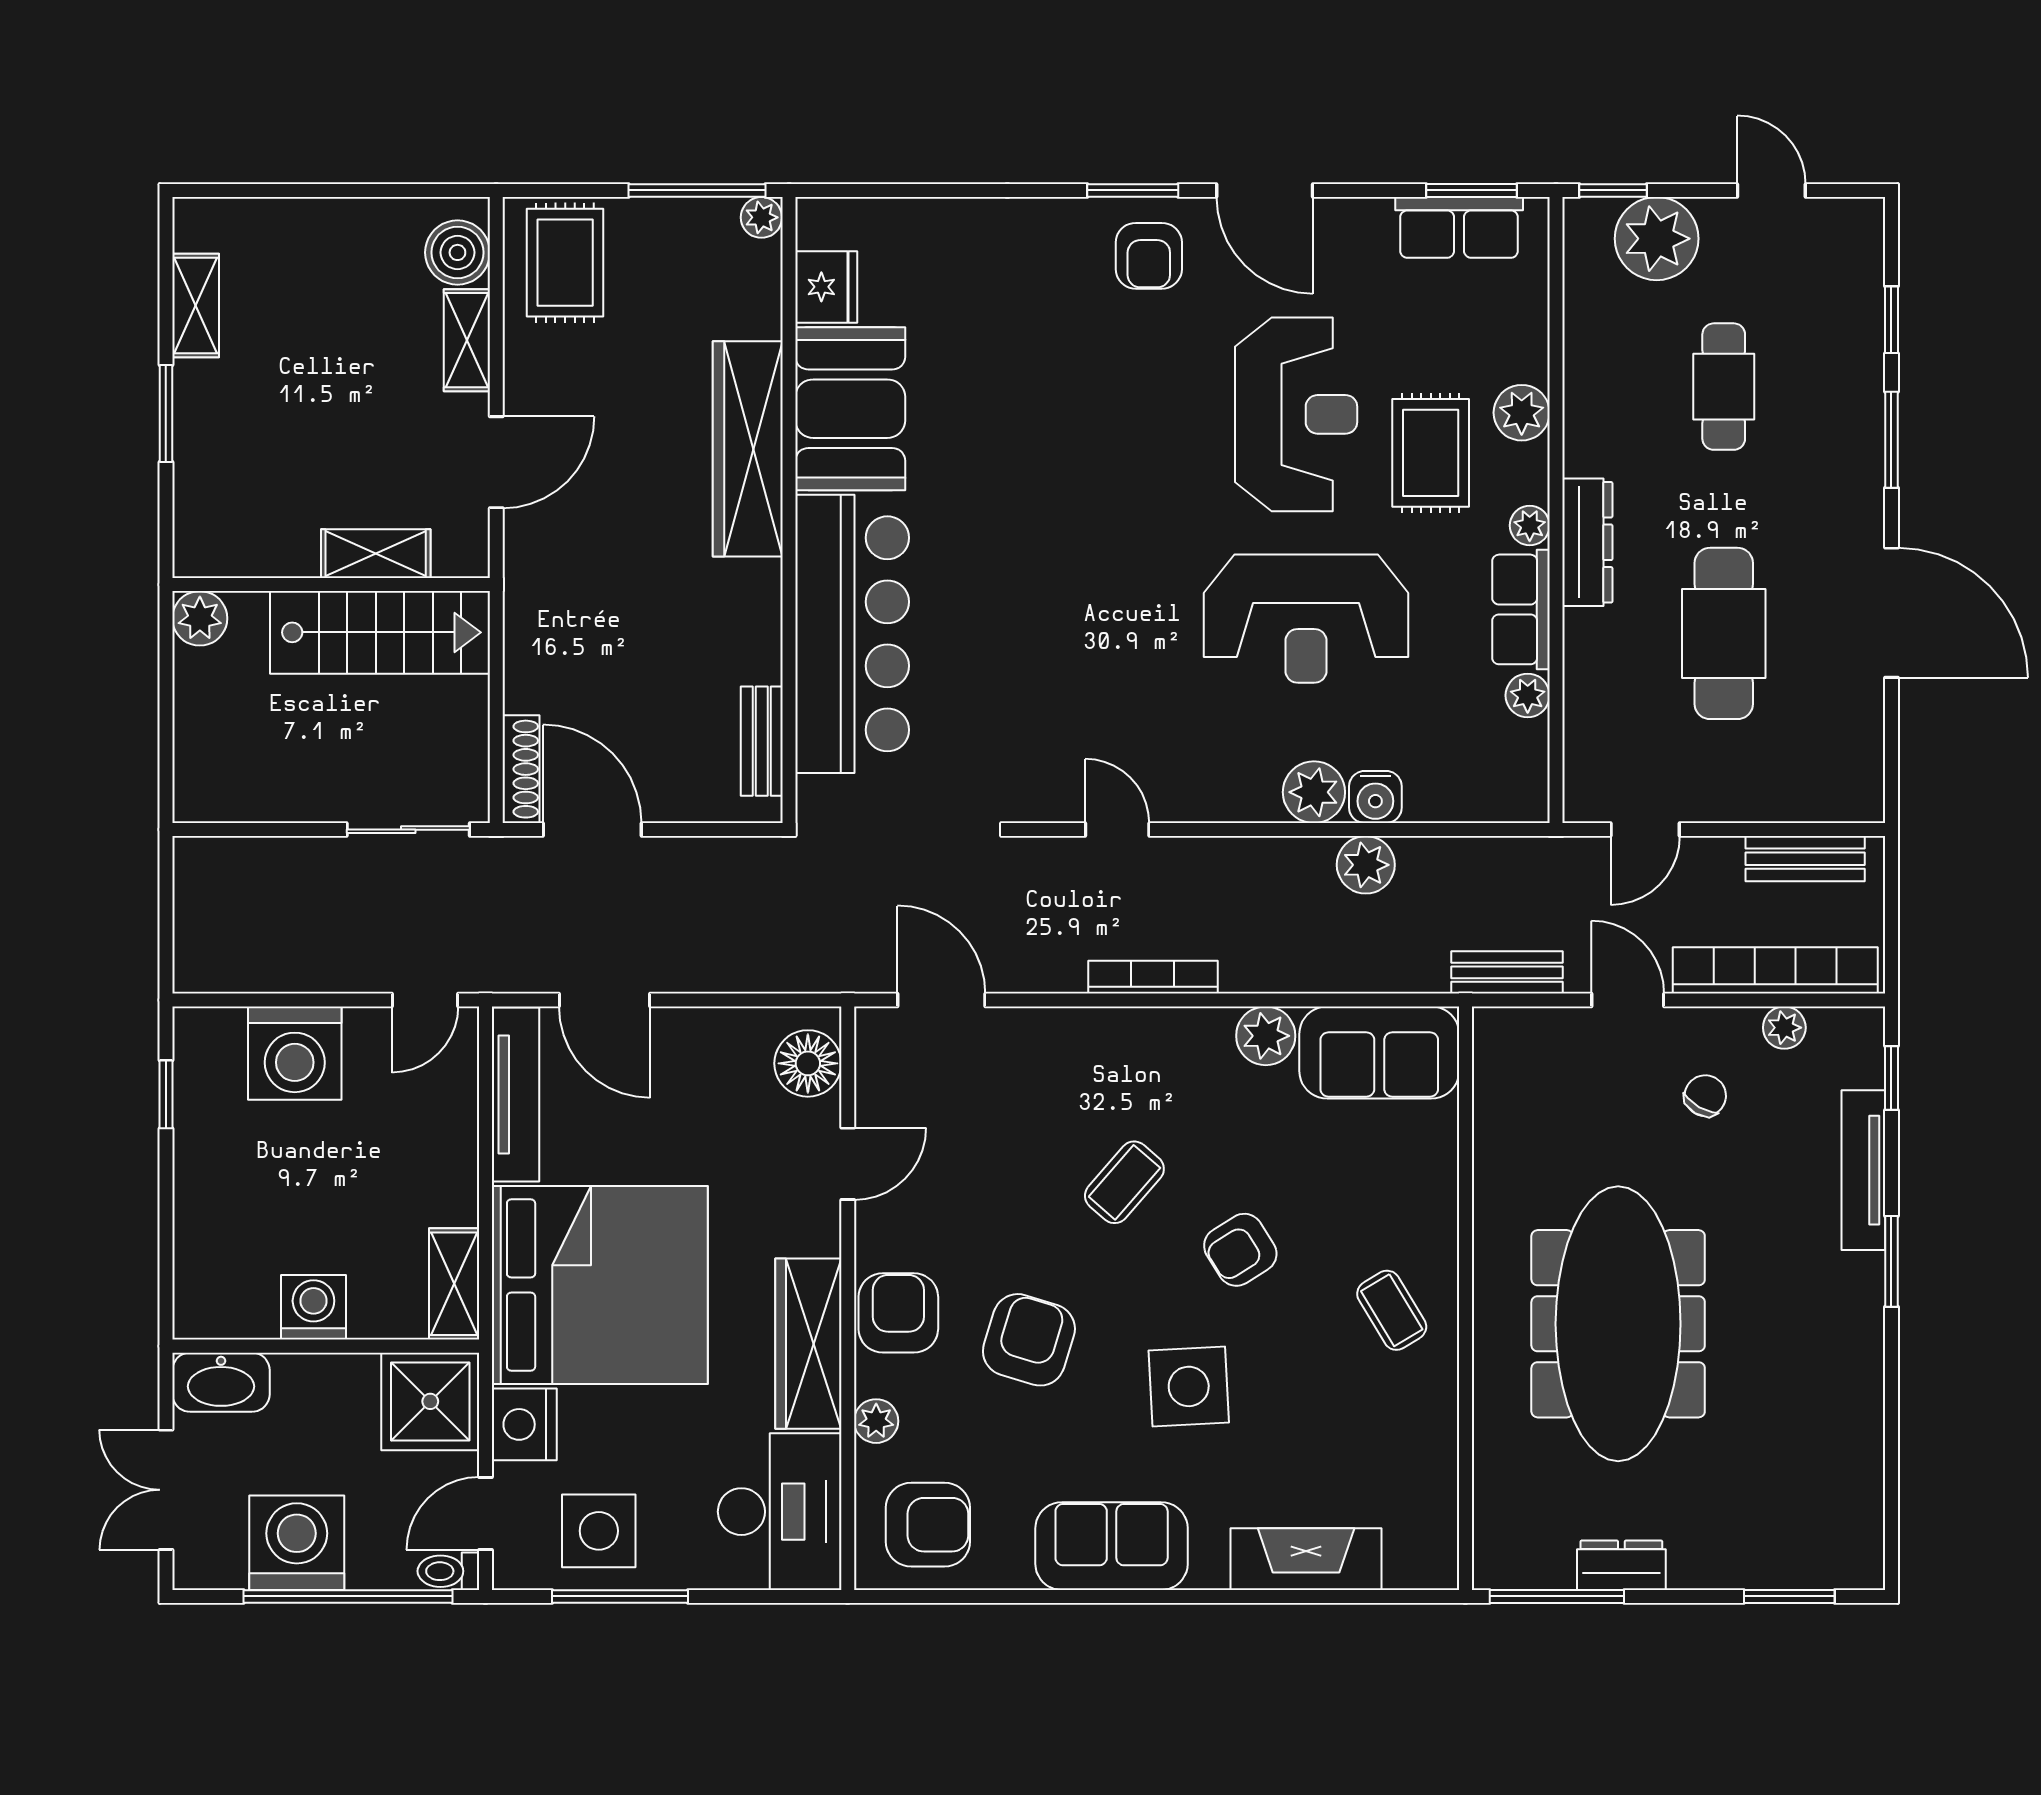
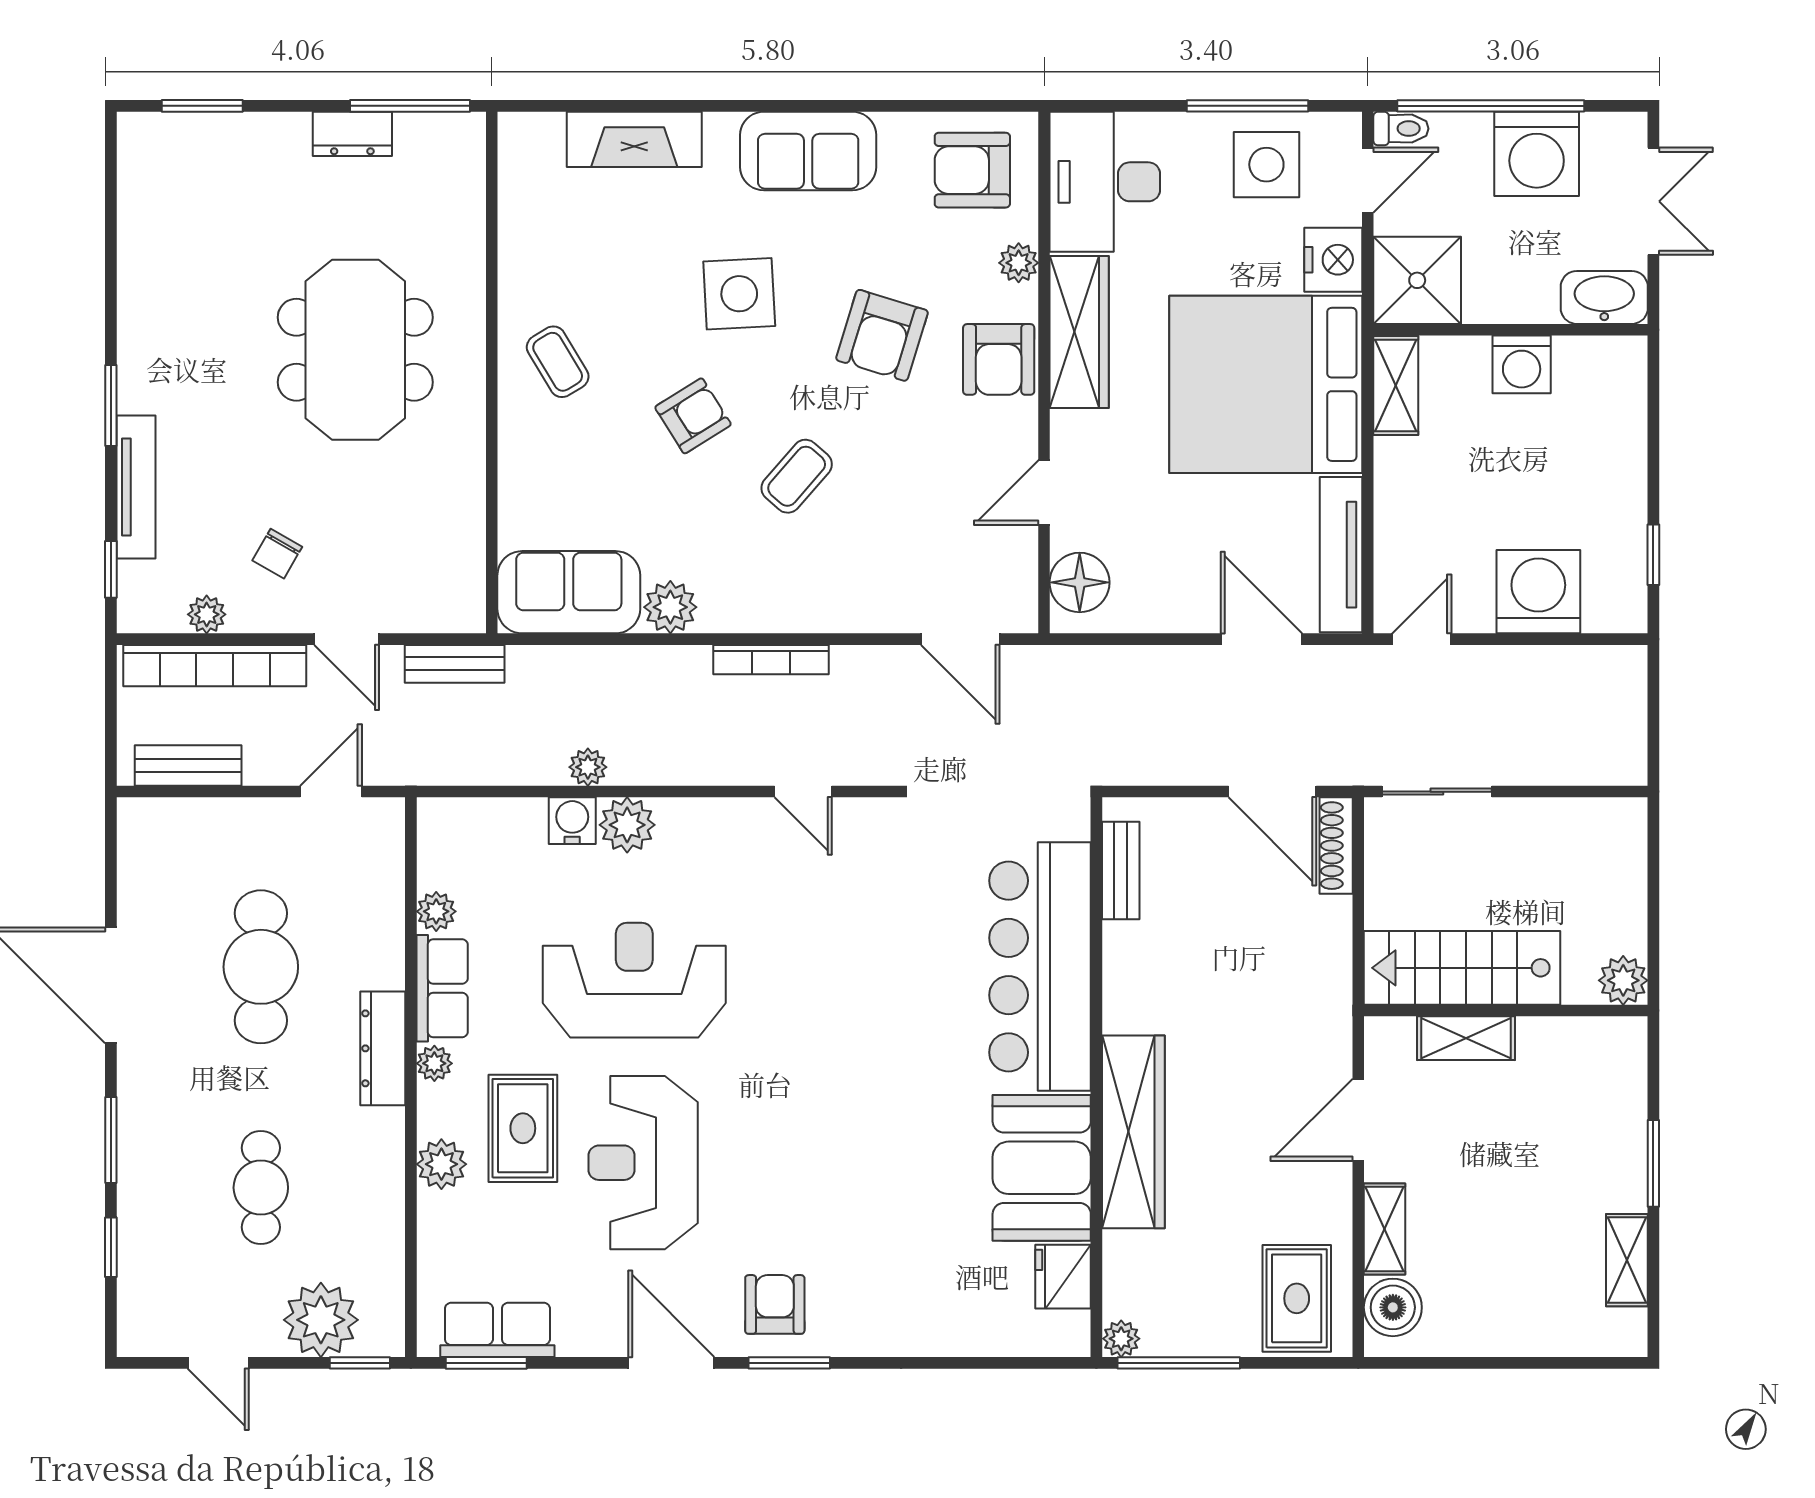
plant: (1366, 865) -> (588, 767), width x0.73, depth x0.73
meeting table: (1618, 1324) -> (355, 350), width x0.73

